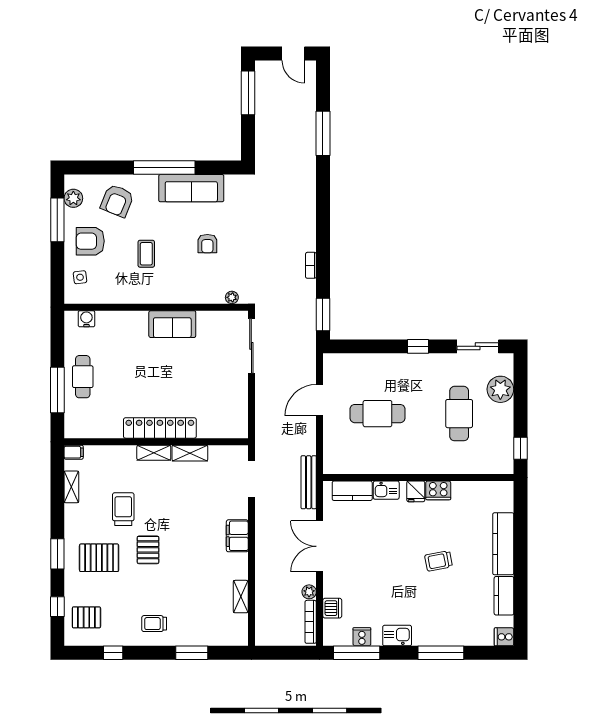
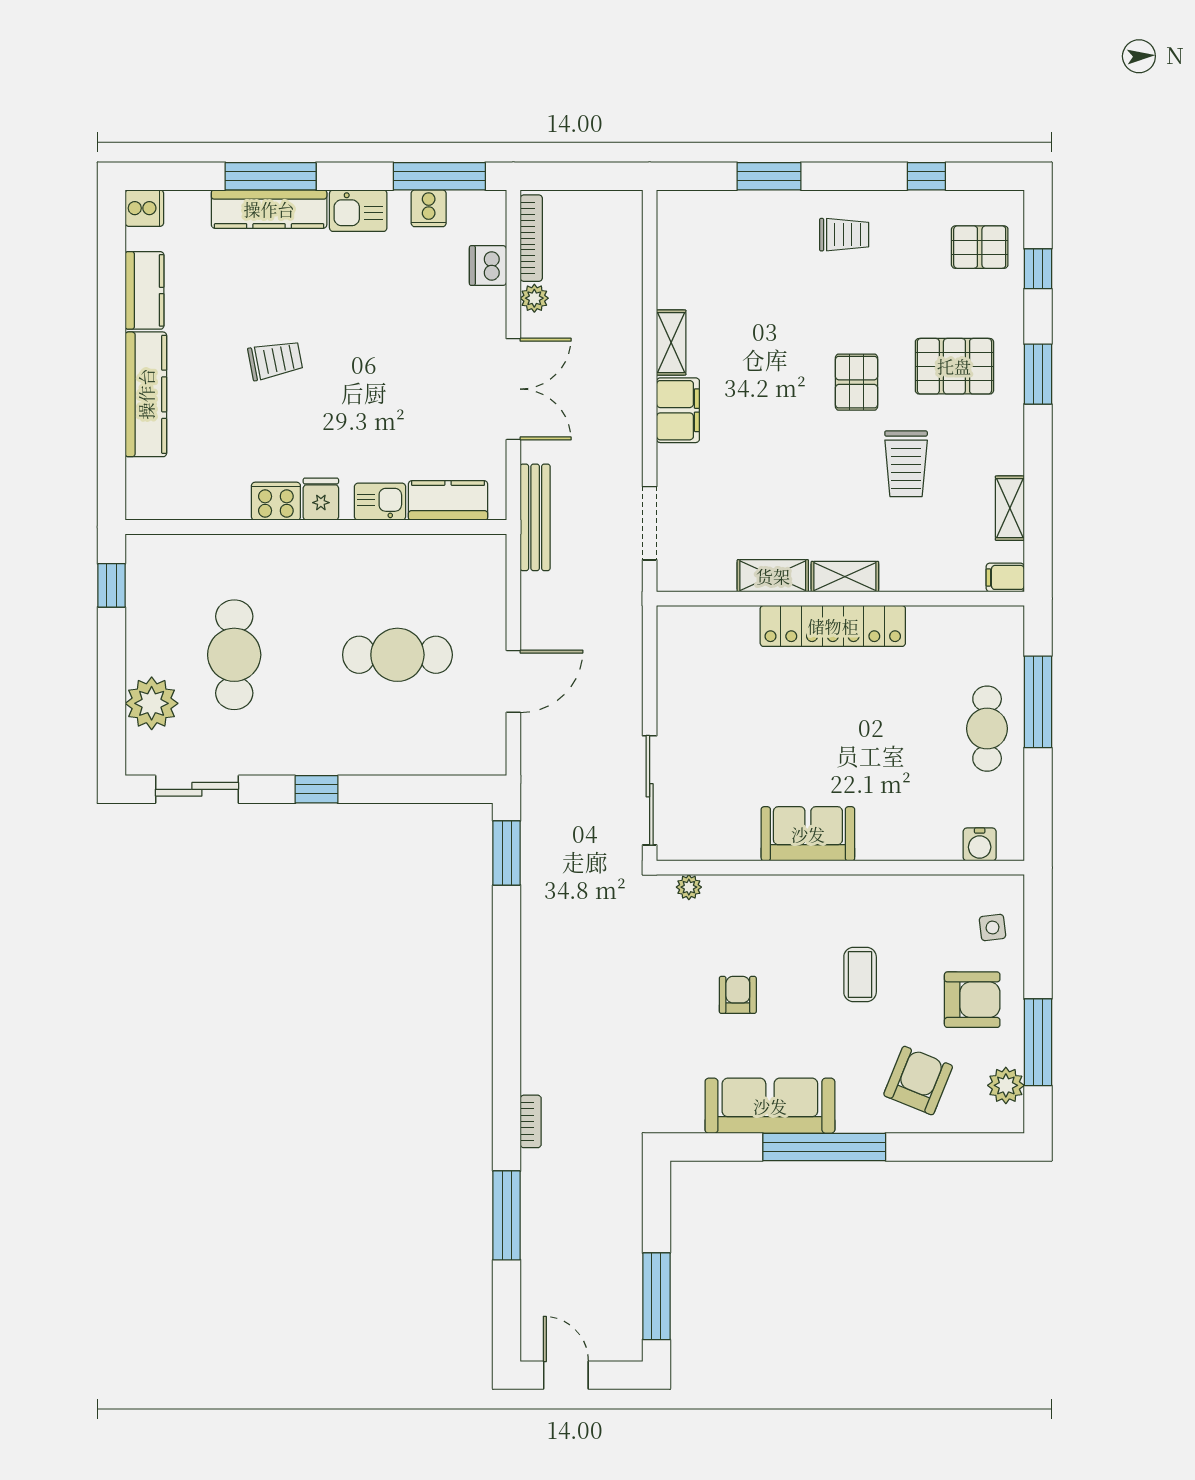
bookcase: (311, 265) -> (531, 1121), moved
shelving: (241, 597) -> (671, 343), moved
kitchen counter: (442, 636) -> (269, 209), added

